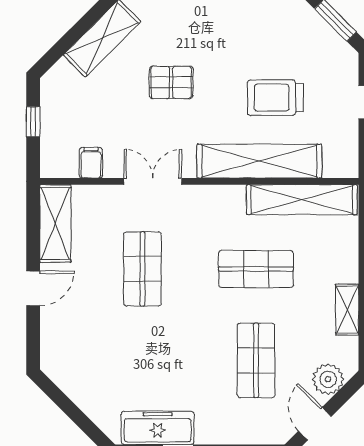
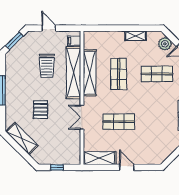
filing cabinet: (91, 163) -> (74, 41), moved
shelving: (302, 200) -> (90, 73), moved

